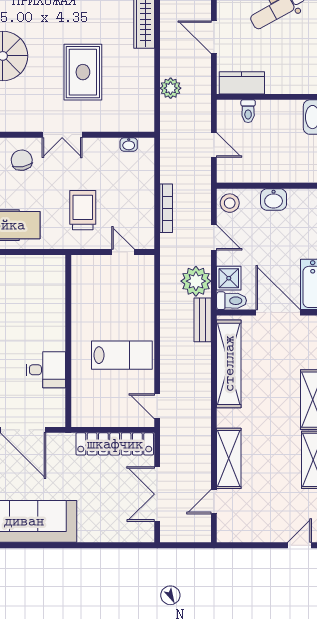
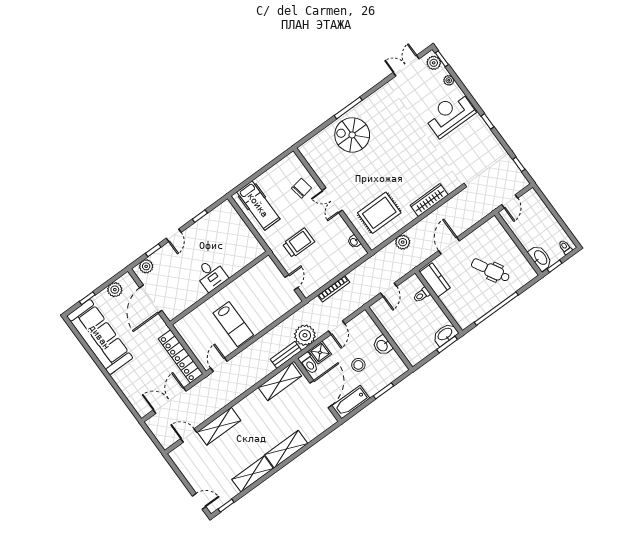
rug: (83, 72) -> (379, 213), moved
stool: (230, 203) -> (358, 365), moved
shelving: (229, 364) -> (280, 382), width x0.68
desk: (46, 370) -> (211, 275), moved

